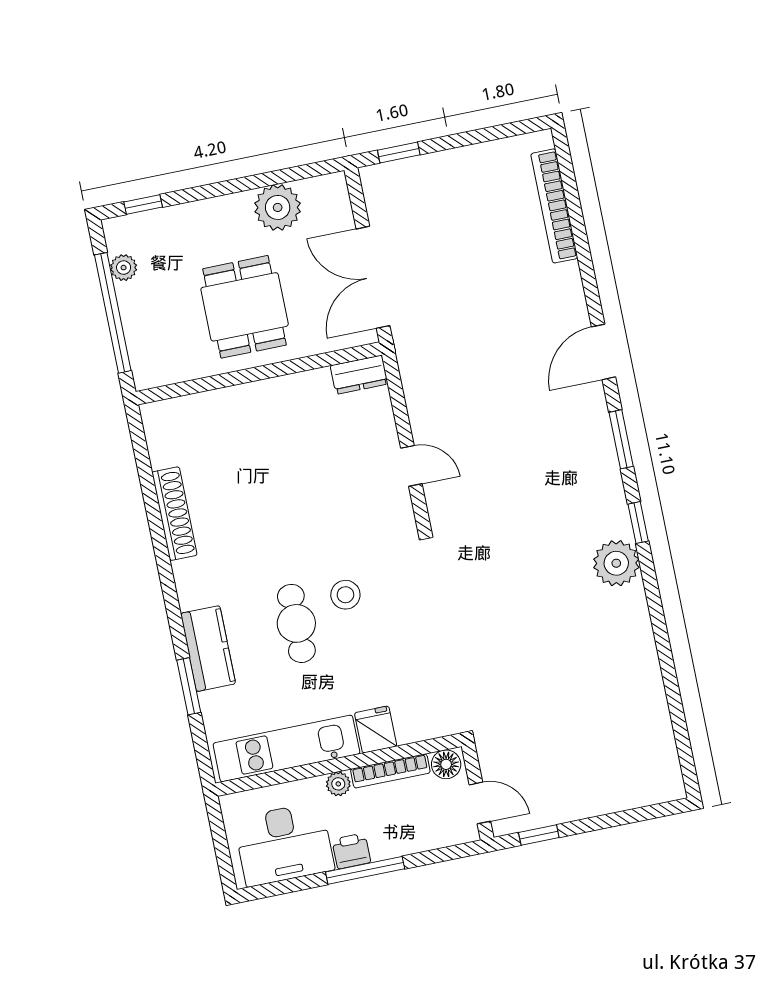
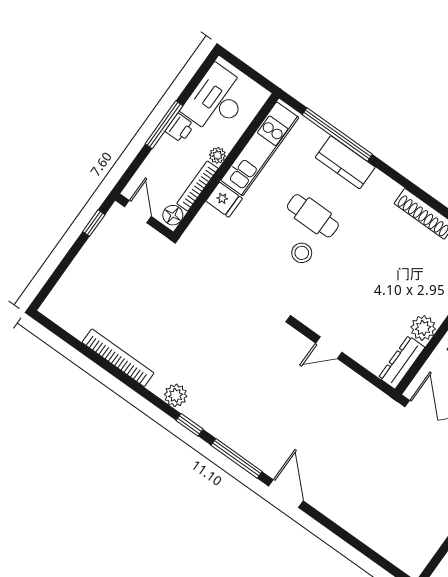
bookcase: (554, 206) -> (118, 358), moved
dresser: (359, 375) -> (402, 362), width x1.44
plant: (290, 392) -> (423, 328), added
window: (621, 439) -> (237, 458), width x1.44
plant: (616, 563) -> (176, 395), width x0.73, depth x0.73
window: (189, 686) -> (337, 134), width x2.11
door: (480, 803) -> (138, 212), swing flipped

